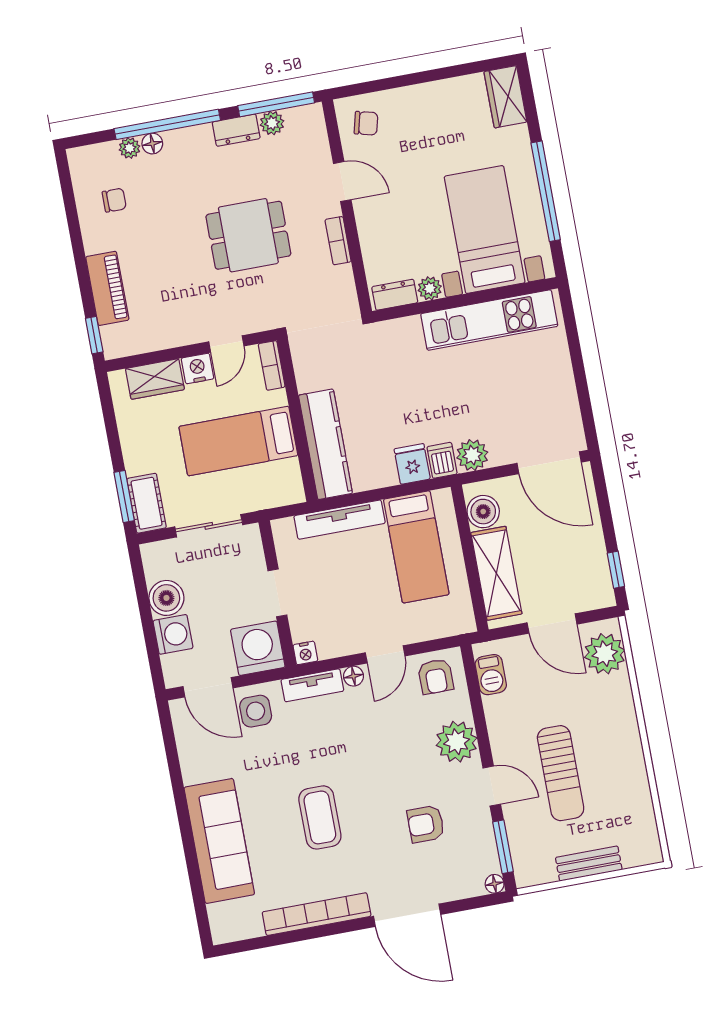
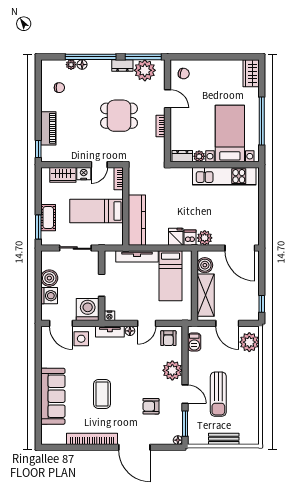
plant: (272, 123) -> (145, 70), width x1.88, depth x1.88
cot: (147, 503) -> (48, 218), moved

